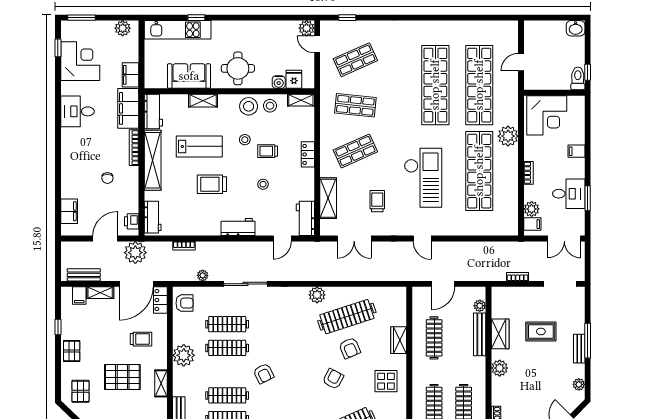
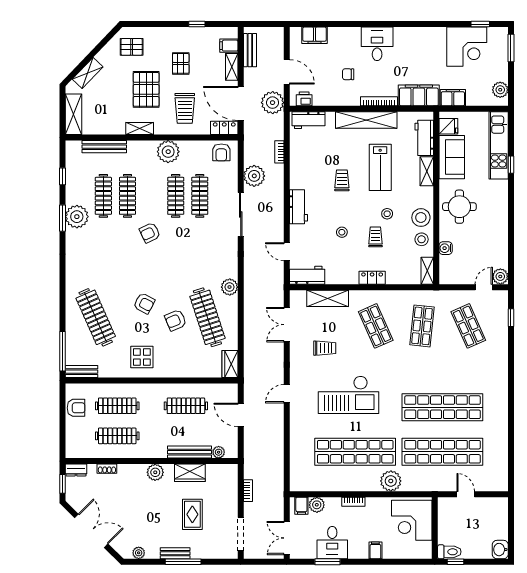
fridge: (294, 79) -> (448, 126), moved
desk: (77, 111) -> (377, 44), moved
workbench: (153, 112) -> (424, 138), moved, turned 90
trolley: (212, 184) -> (342, 180), width x0.73, depth x0.72
plant: (203, 275) -> (254, 176), width x1.88, depth x1.88
trolley: (141, 339) -> (185, 108), width x1.36, depth x1.39
wardrobe: (399, 340) -> (230, 364), moved, turned -90
pallet: (72, 351) -> (181, 63), moved, turned 90

